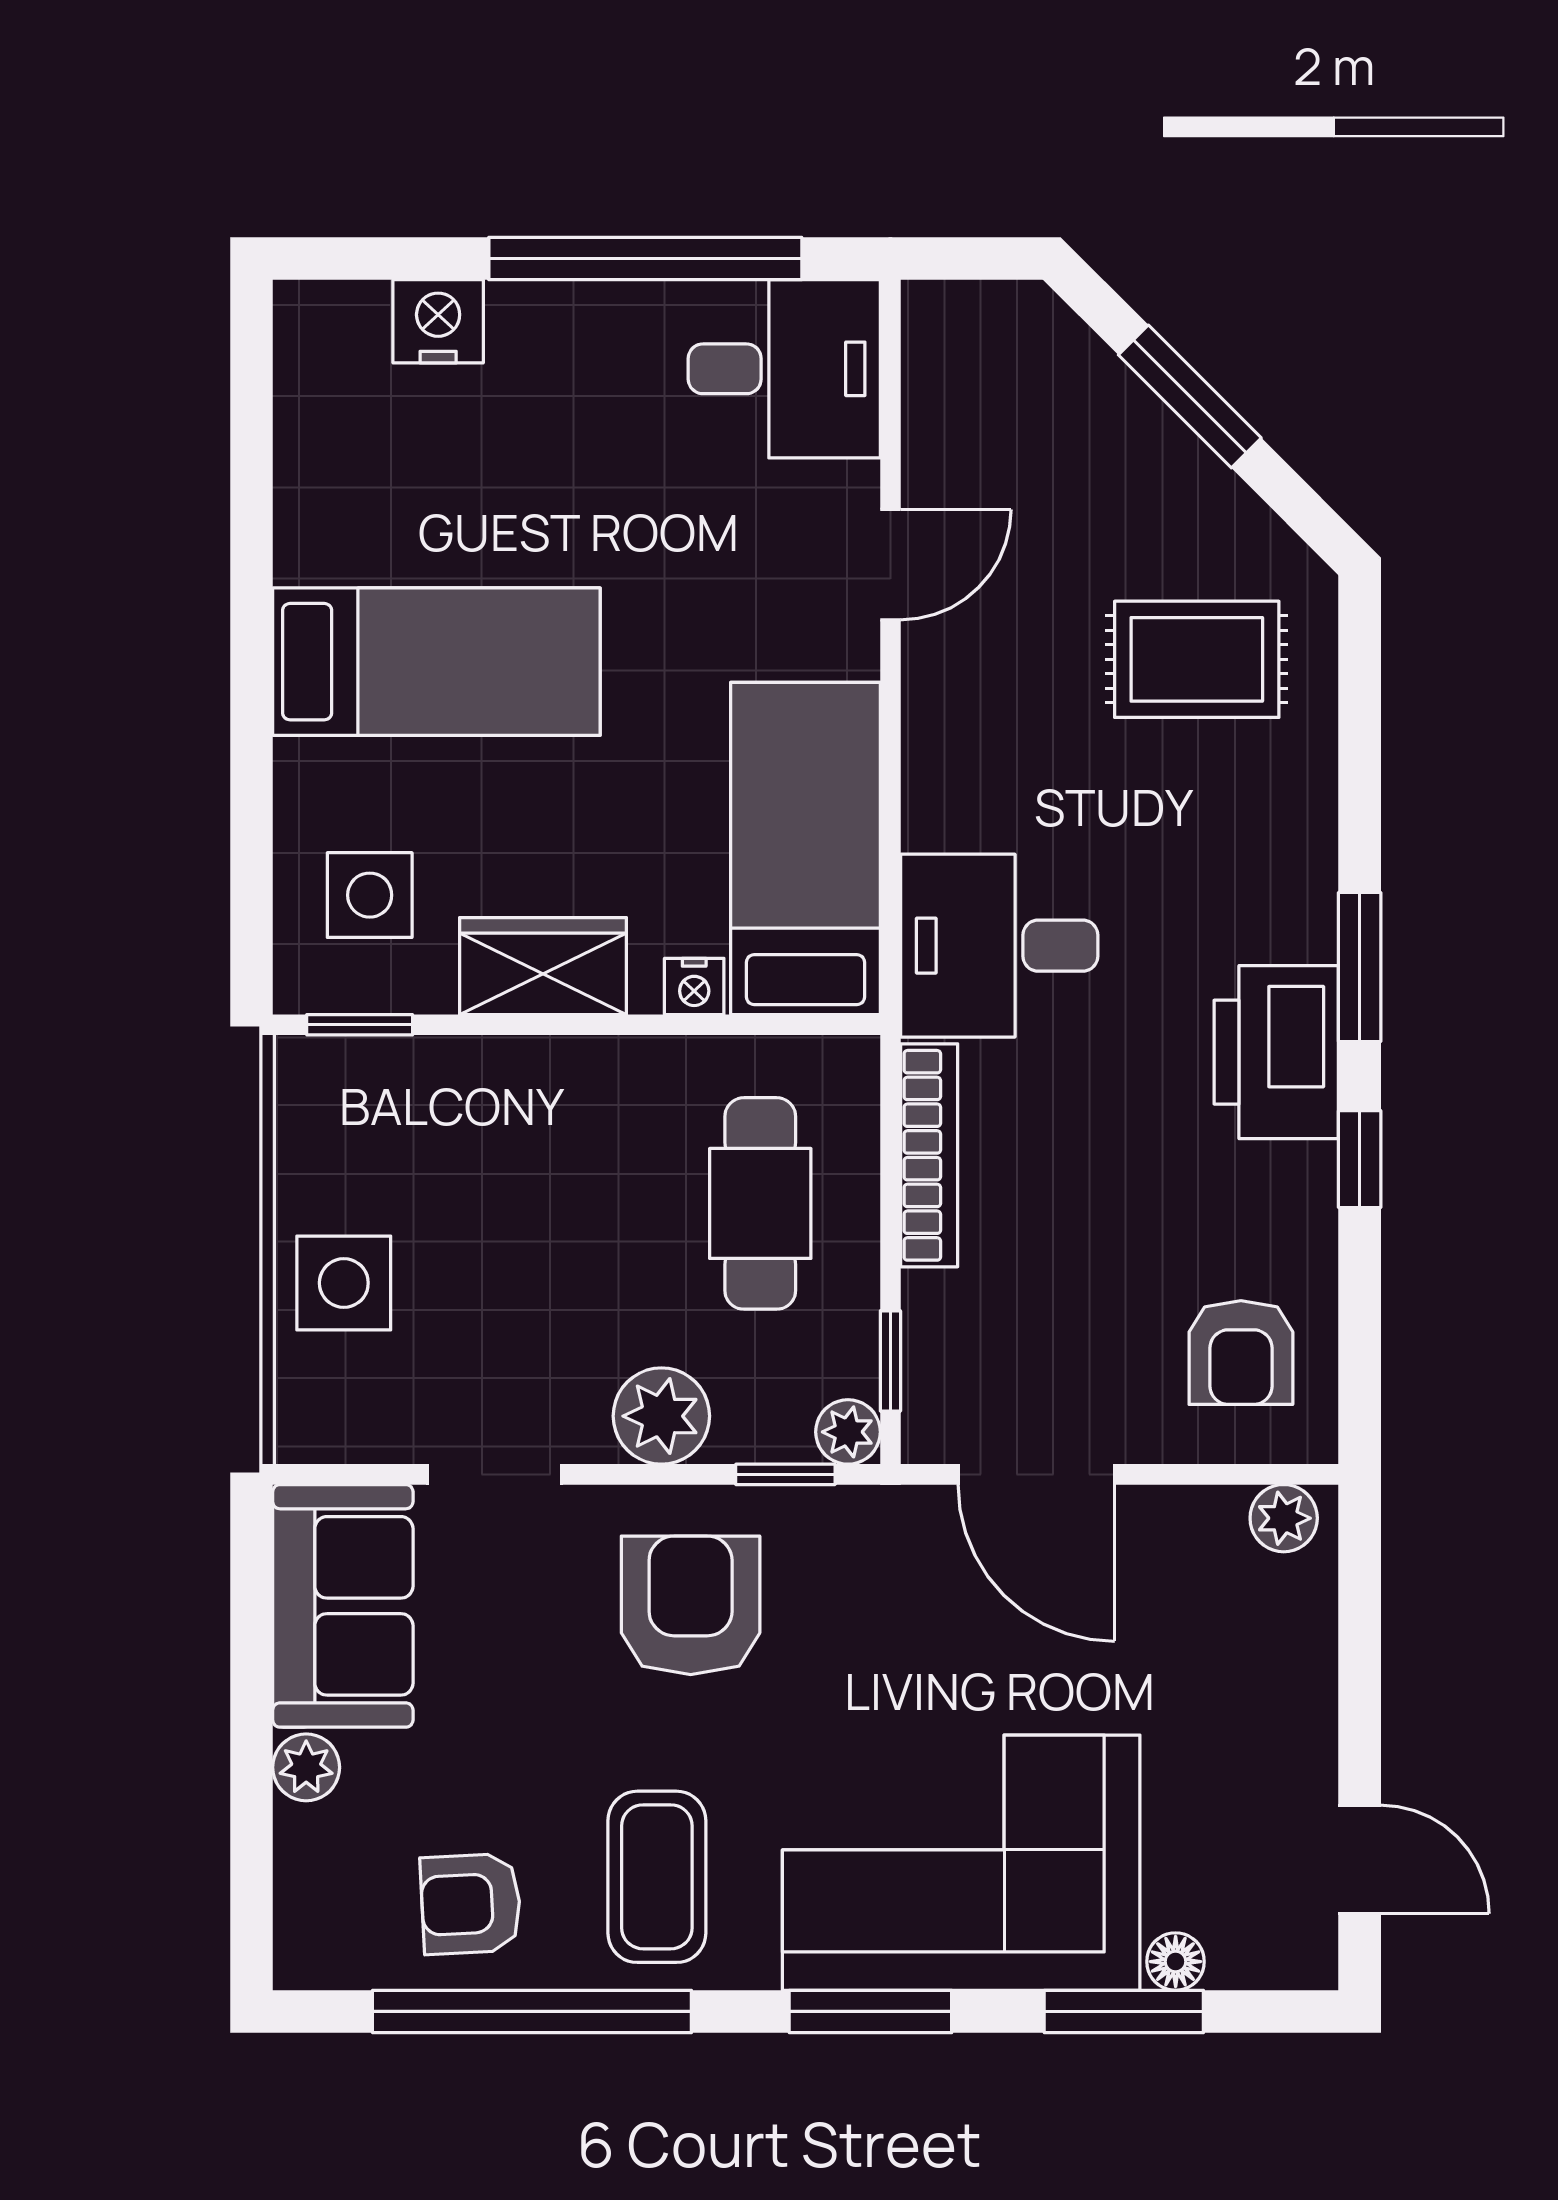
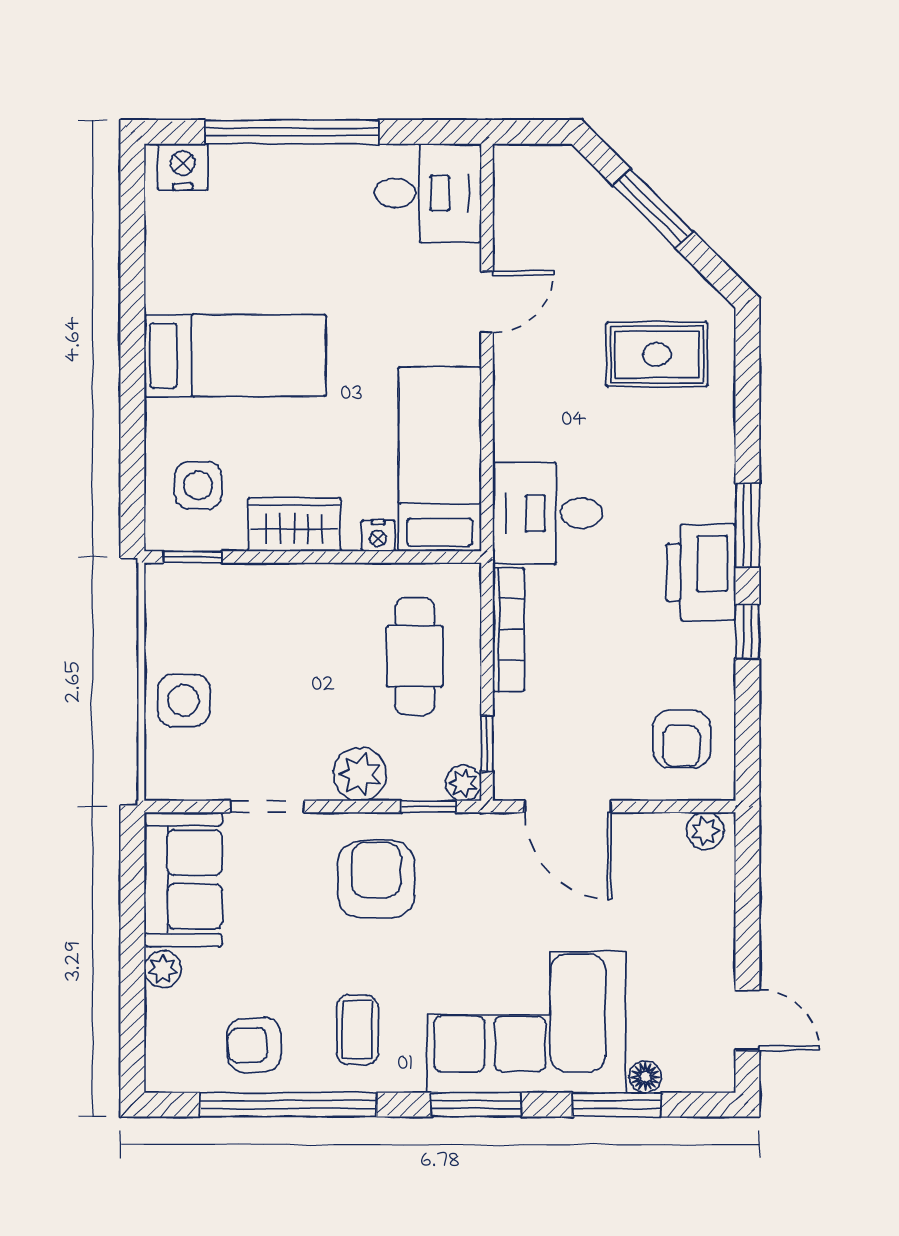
window: (645, 259) -> (292, 132), moved
nightstand: (438, 321) -> (183, 167), moved
coffee table: (657, 1877) -> (357, 1030), width x0.73, depth x0.77

